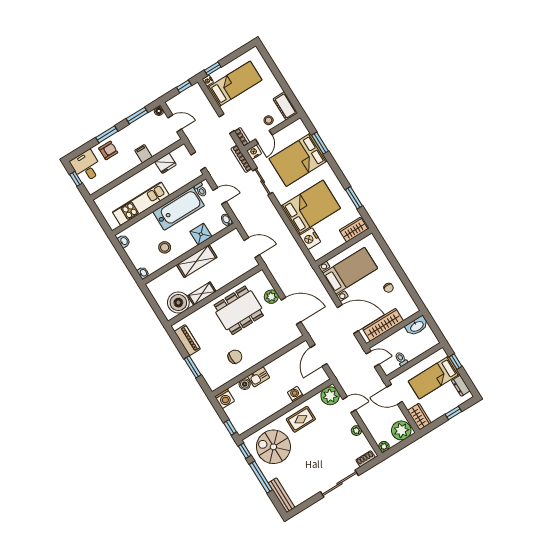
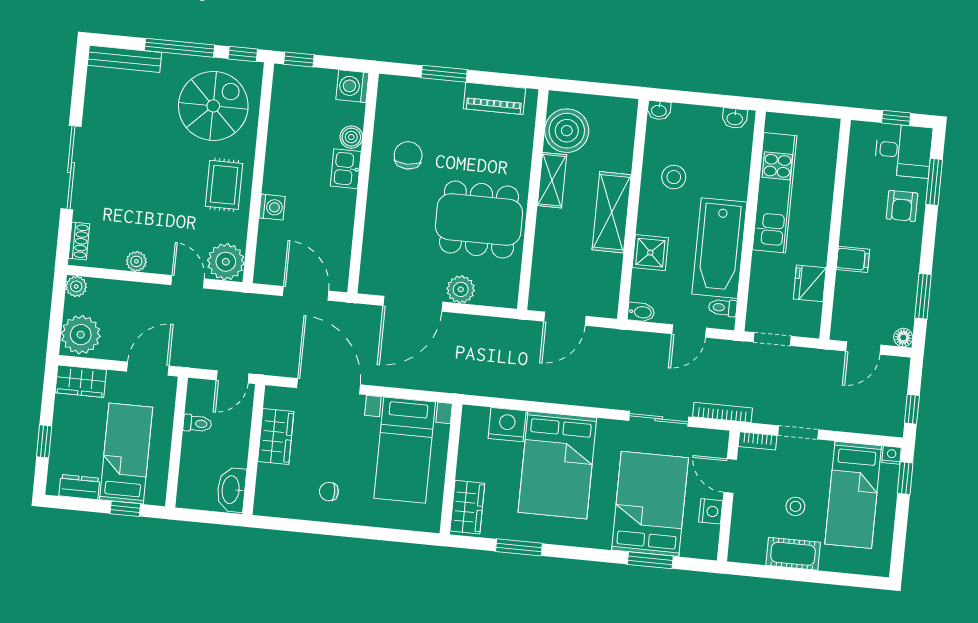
cot: (285, 106) -> (793, 554), moved
stool: (269, 120) -> (795, 506), moved
window: (107, 134) -> (934, 182), moved
nightstand: (254, 152) -> (711, 511), moved
dining table: (239, 310) -> (479, 220), turned 90
door: (348, 319) -> (329, 386), swing flipped
wardrobe: (383, 325) -> (276, 436), width x0.67
chair: (235, 357) -> (408, 155), turned 180
door: (349, 405) -> (188, 282), swing flipped

